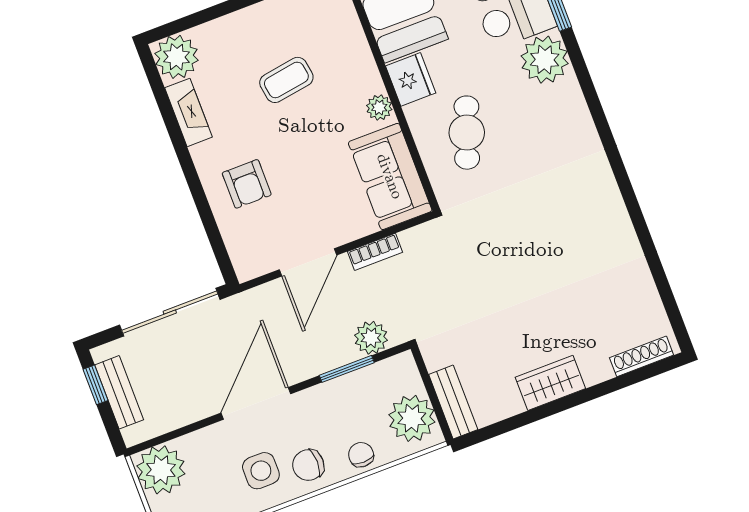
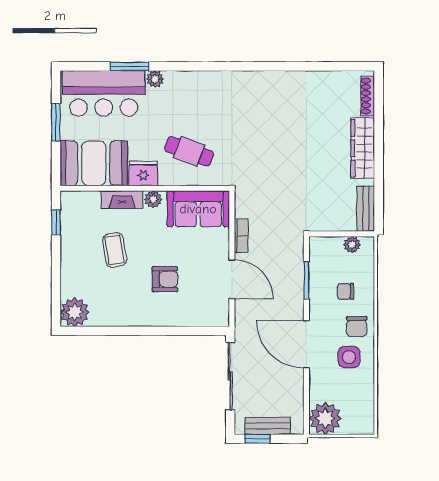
plant: (545, 60) -> (155, 79), width x0.53, depth x0.53
fireplace: (188, 112) -> (122, 200), moved, turned 180
armchair: (247, 184) -> (165, 279), moved
plant: (371, 338) -> (293, 258), removed
wardrobe: (550, 383) -> (363, 148), width x1.50
bench: (453, 402) -> (366, 209), moved, turned 90
plant: (412, 418) -> (352, 245), width x0.53, depth x0.53
chair: (361, 455) -> (346, 291), moved

